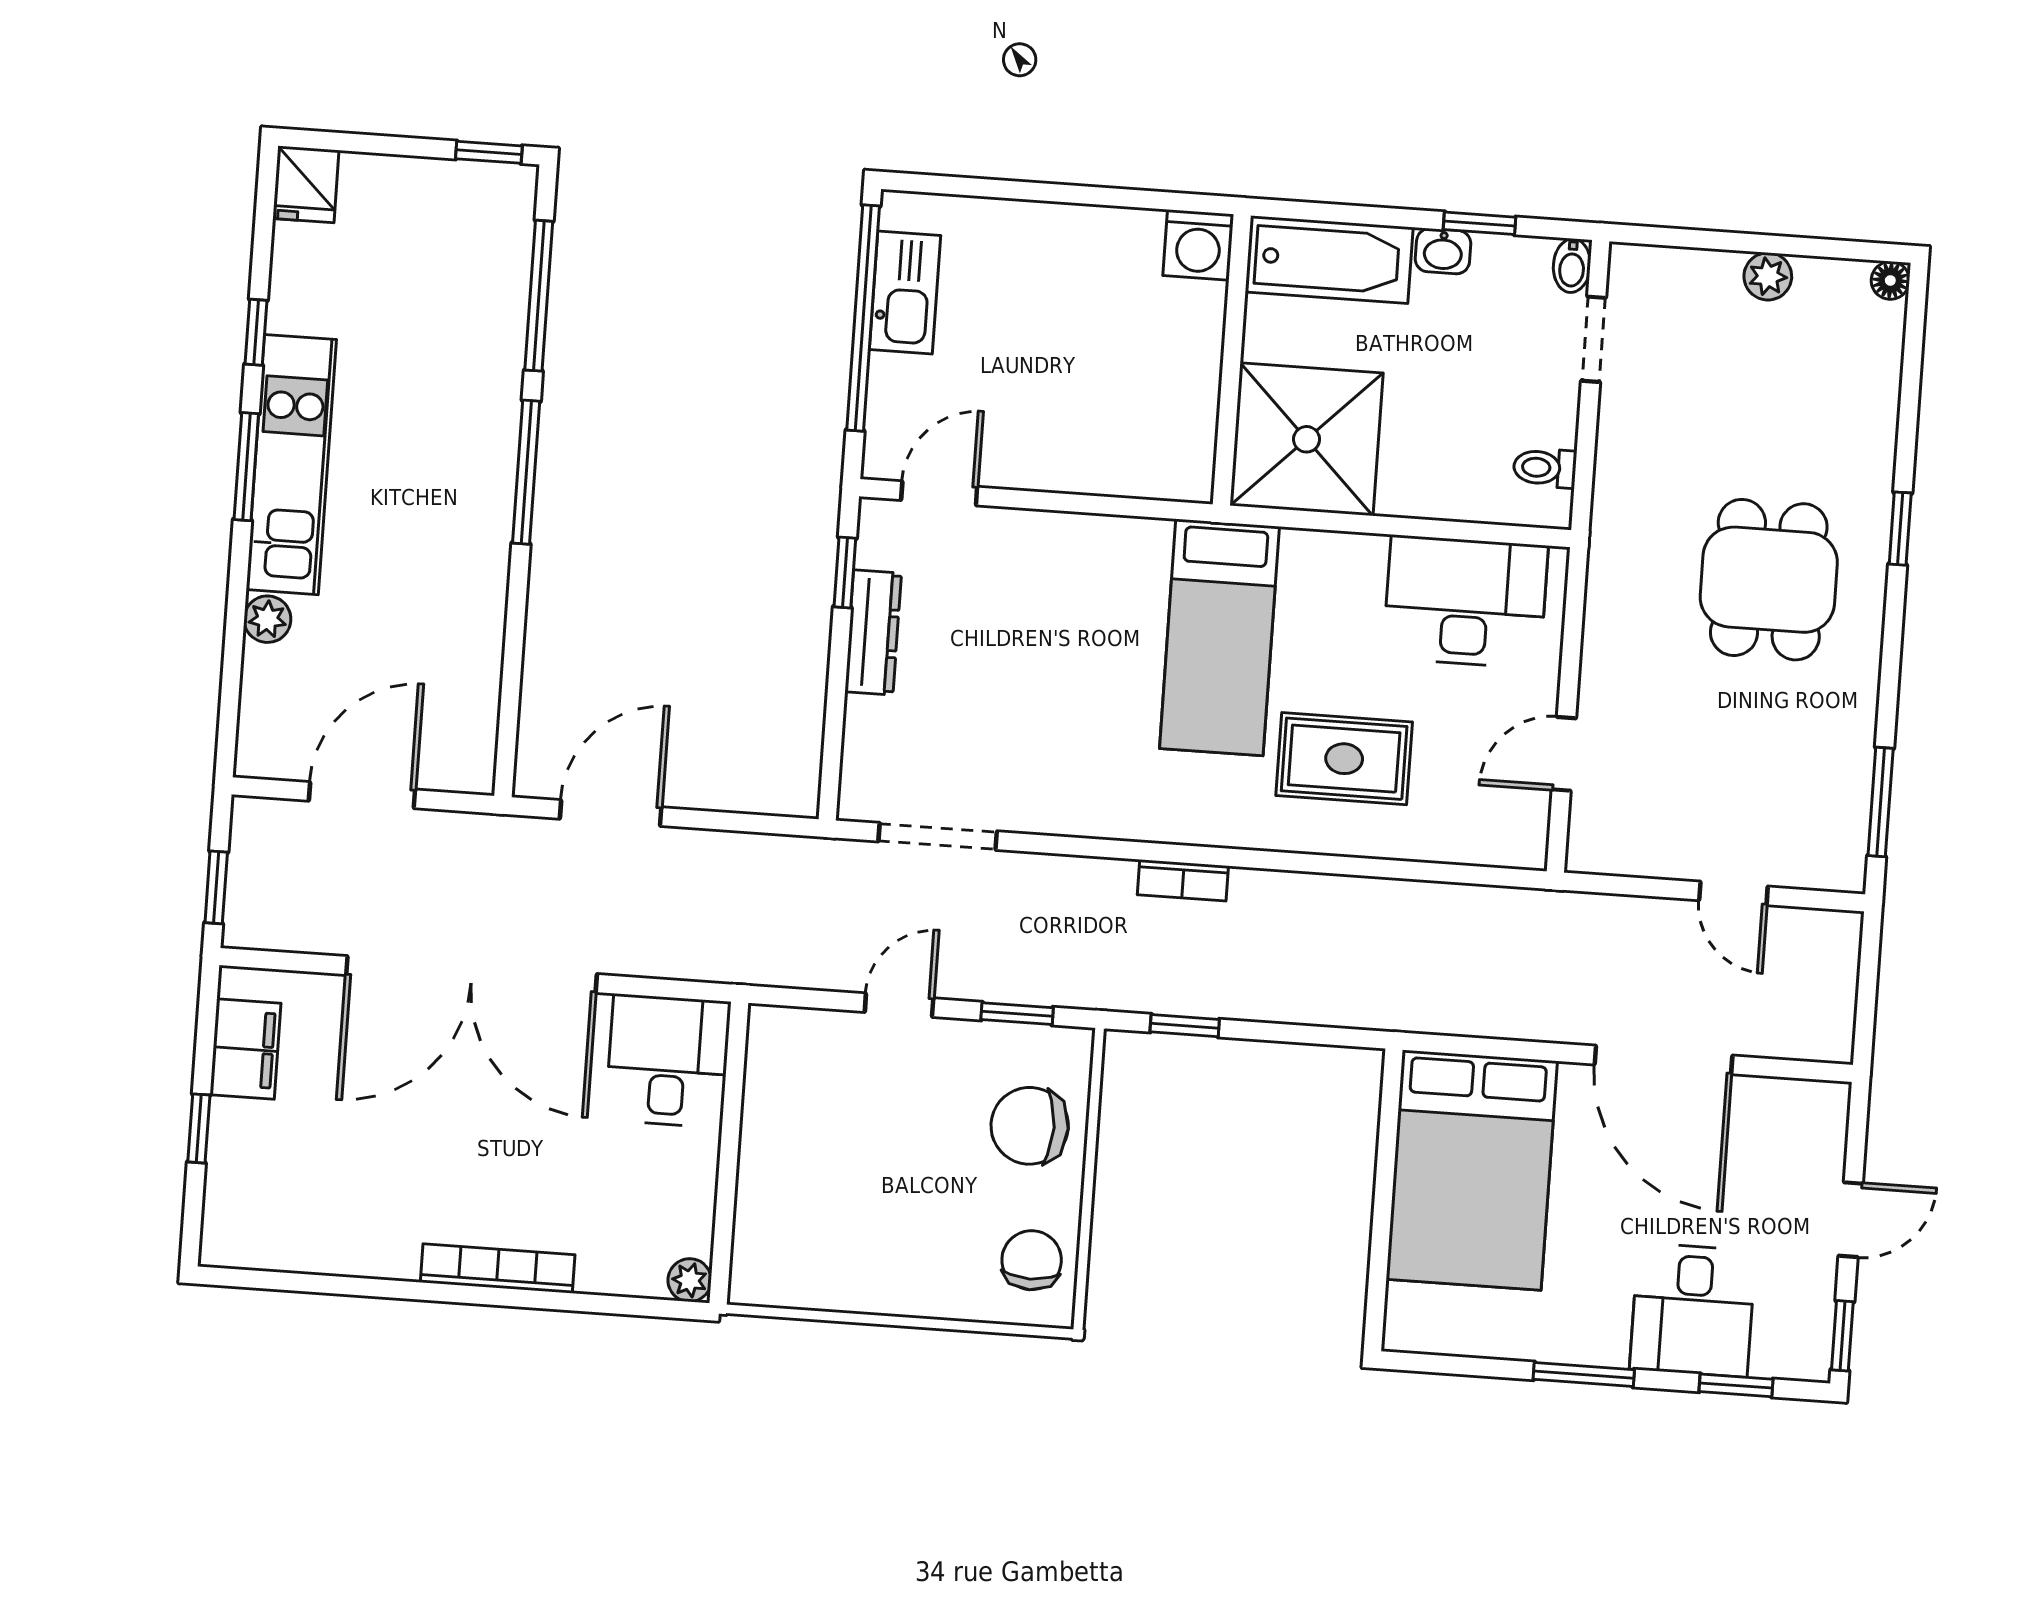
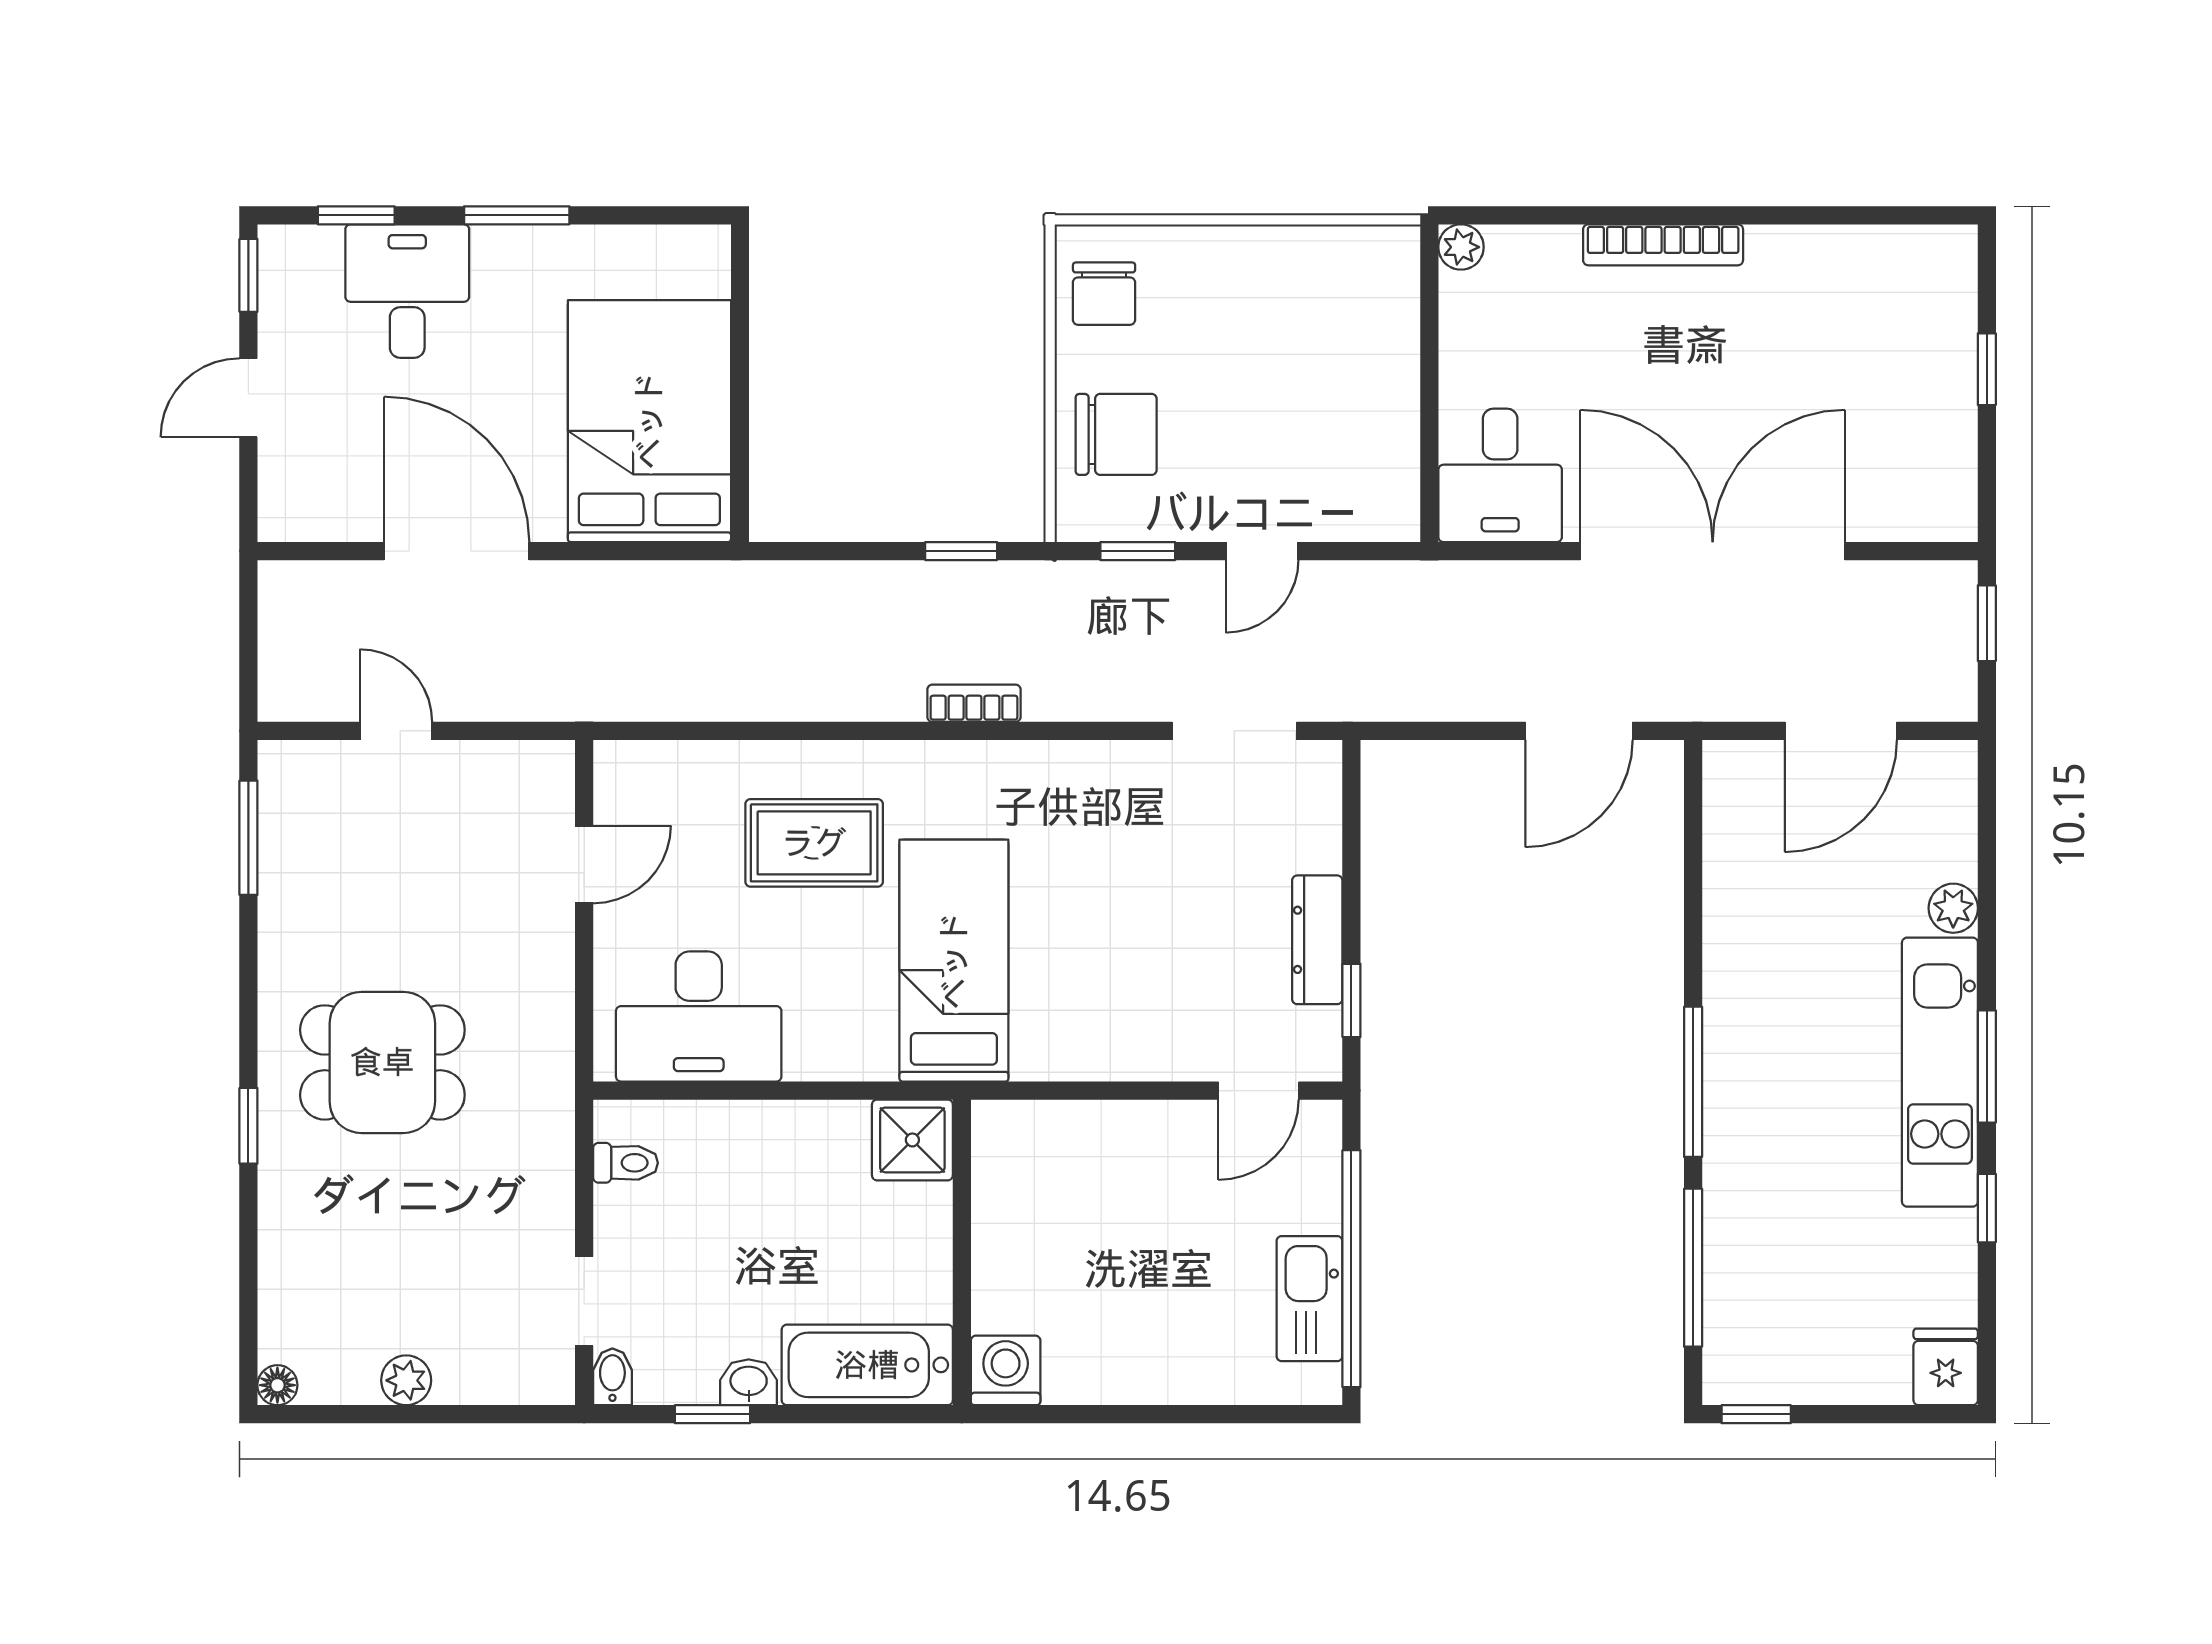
shower: (1307, 439) -> (912, 1140), width x0.54, depth x0.54
dining table: (1769, 580) -> (382, 1062), turned 90
filing cabinet: (245, 1049) -> (1944, 456), removed

